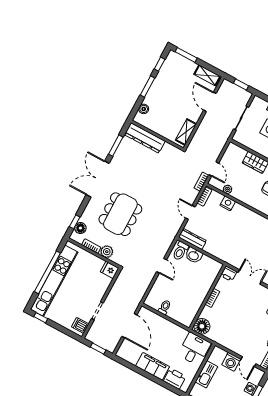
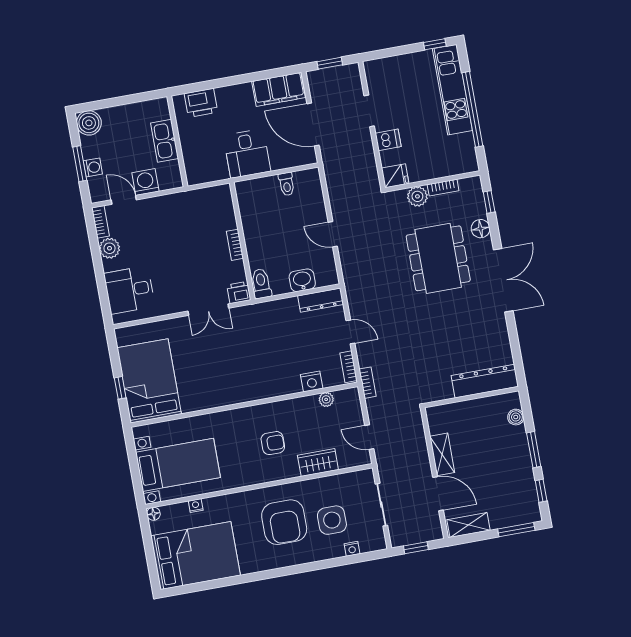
shelving: (186, 132) -> (442, 454), moved
window: (116, 146) -> (514, 342), removed
door: (214, 169) -> (369, 437), moved
floor lamp: (80, 228) -> (481, 229), moved
toilet: (180, 251) -> (261, 284), moved
kitchen unit: (54, 281) -> (452, 90), width x0.73
dishwasher: (80, 325) -> (388, 140), moved
floor lamp: (202, 326) -> (219, 198), removed
desk: (194, 349) -> (247, 153), moved
filing cabinet: (153, 366) -> (279, 89), moved

